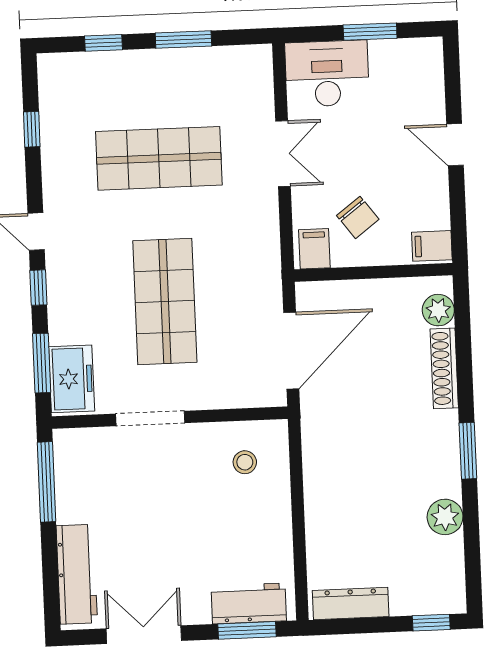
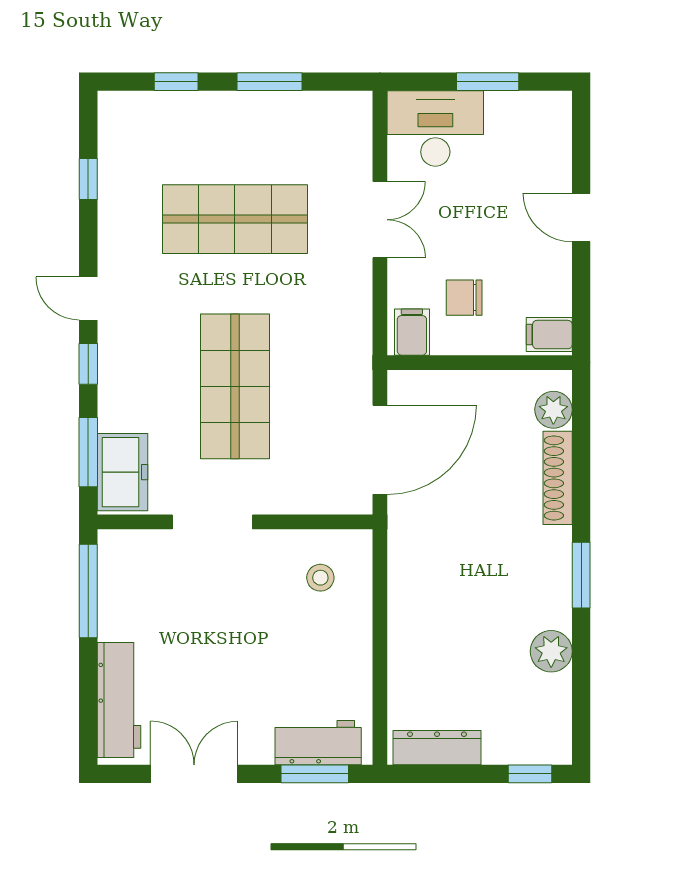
chair: (358, 217) -> (464, 298), turned 127

